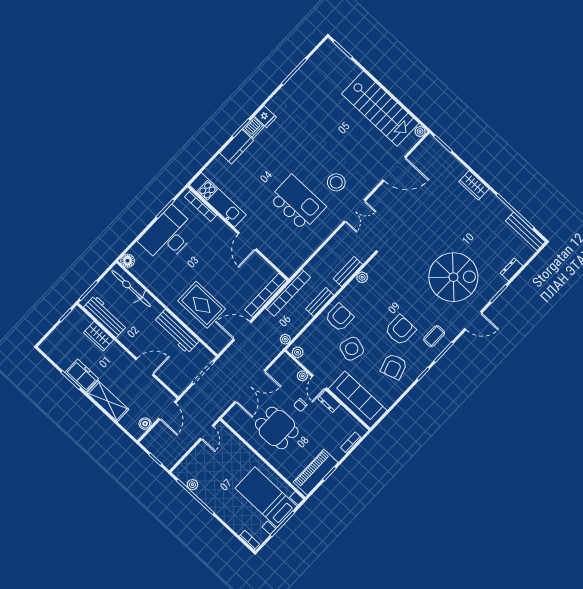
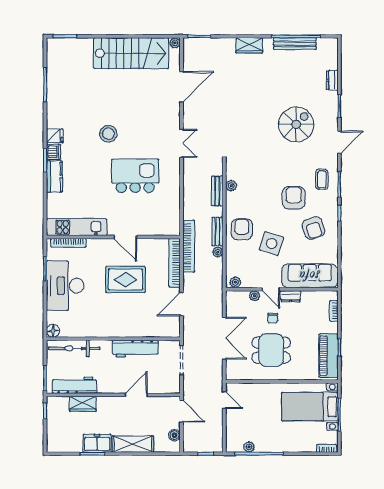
stool: (336, 182) -> (108, 134), moved
bench: (525, 231) -> (295, 44), moved
spiral stairs: (453, 277) -> (296, 124), width x0.73, depth x0.73
rug: (202, 305) -> (126, 280), moved
plant: (285, 339) -> (218, 252), moved

